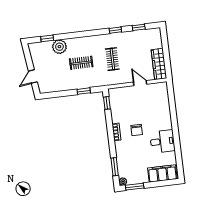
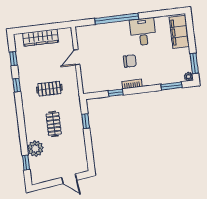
wardrobe: (159, 64) -> (41, 38), moved
window: (107, 103) -> (116, 93), moved
window: (174, 118) -> (117, 19), added

